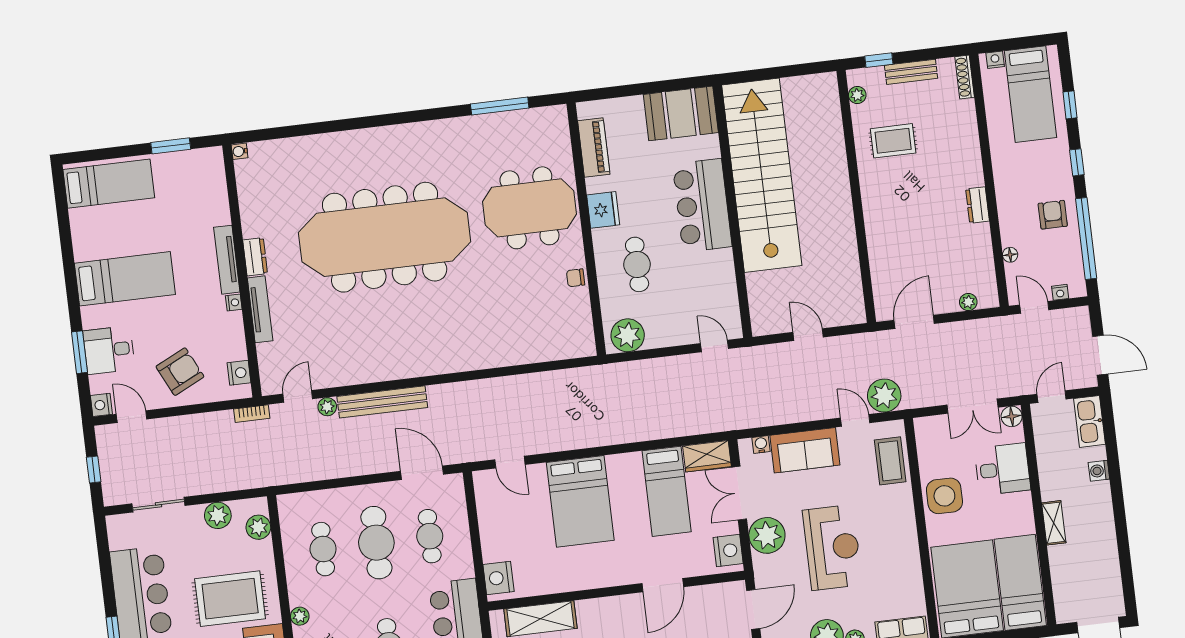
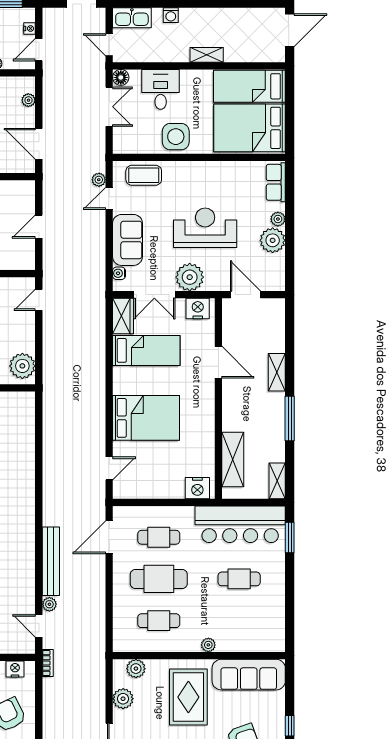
plant: (884, 396) -> (99, 180), width x0.53, depth x0.53

